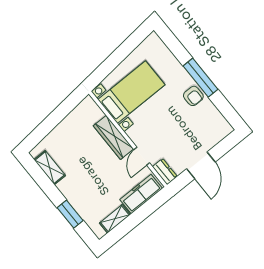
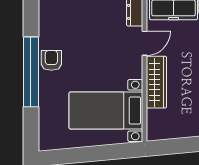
window: (201, 78) -> (31, 72), width x1.46

